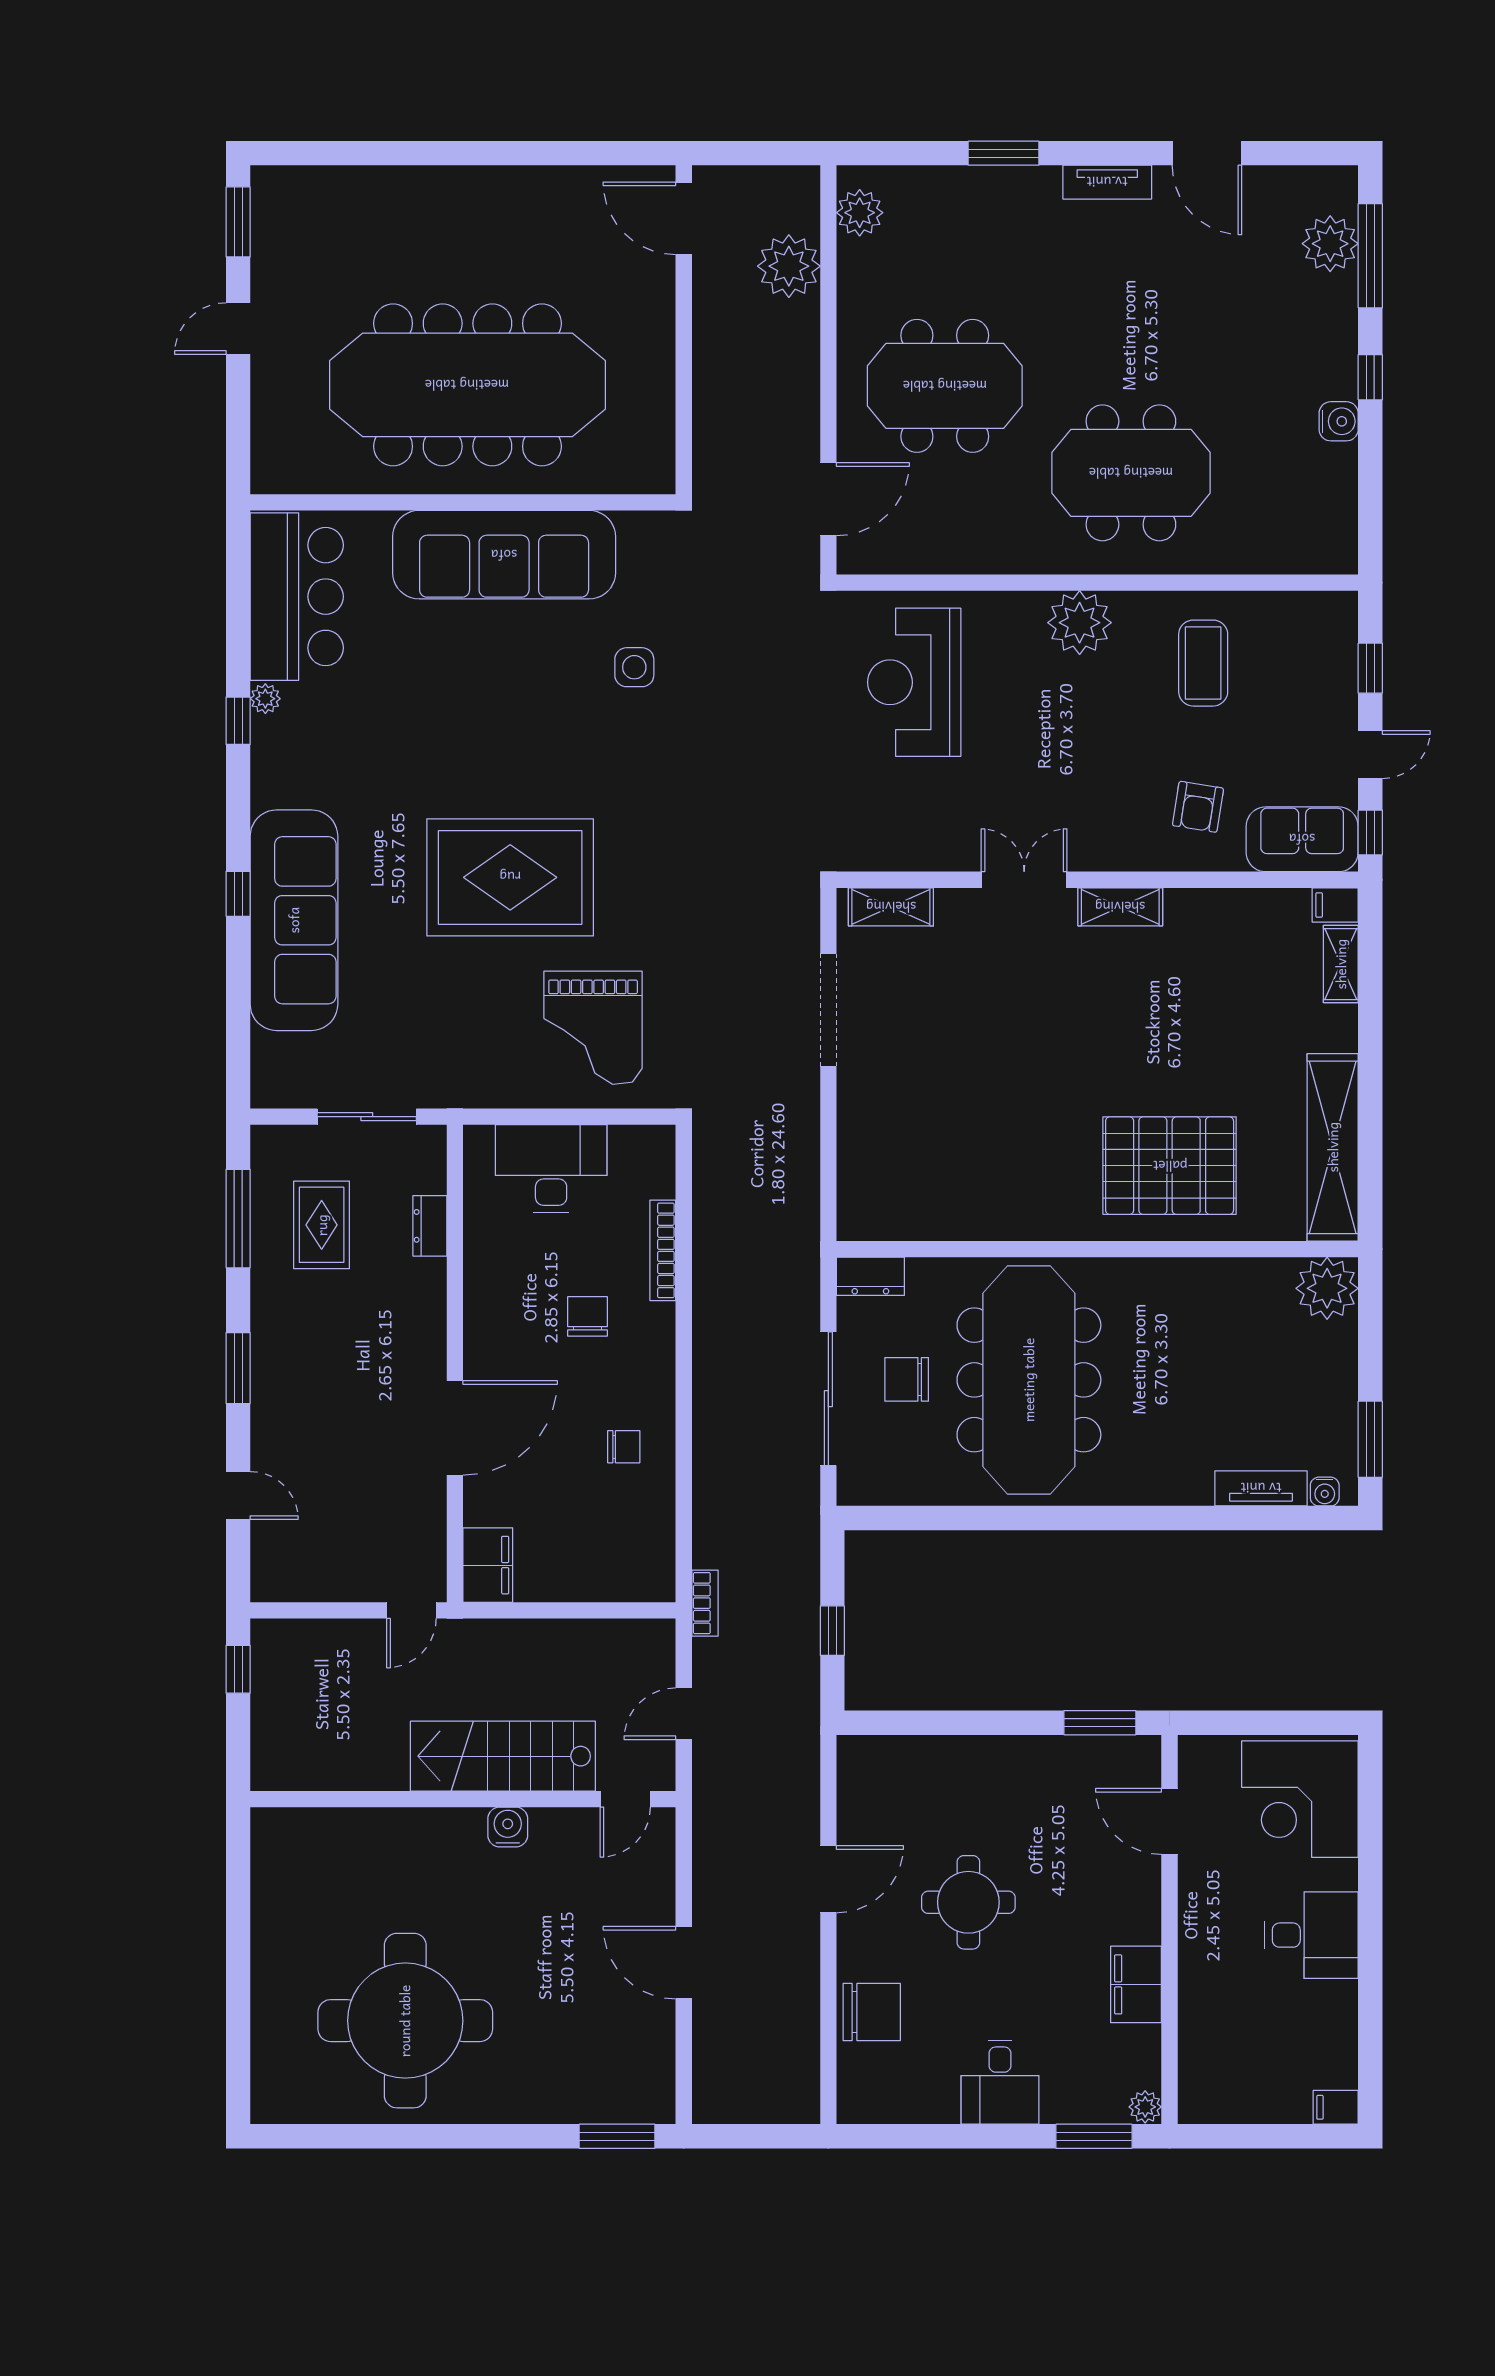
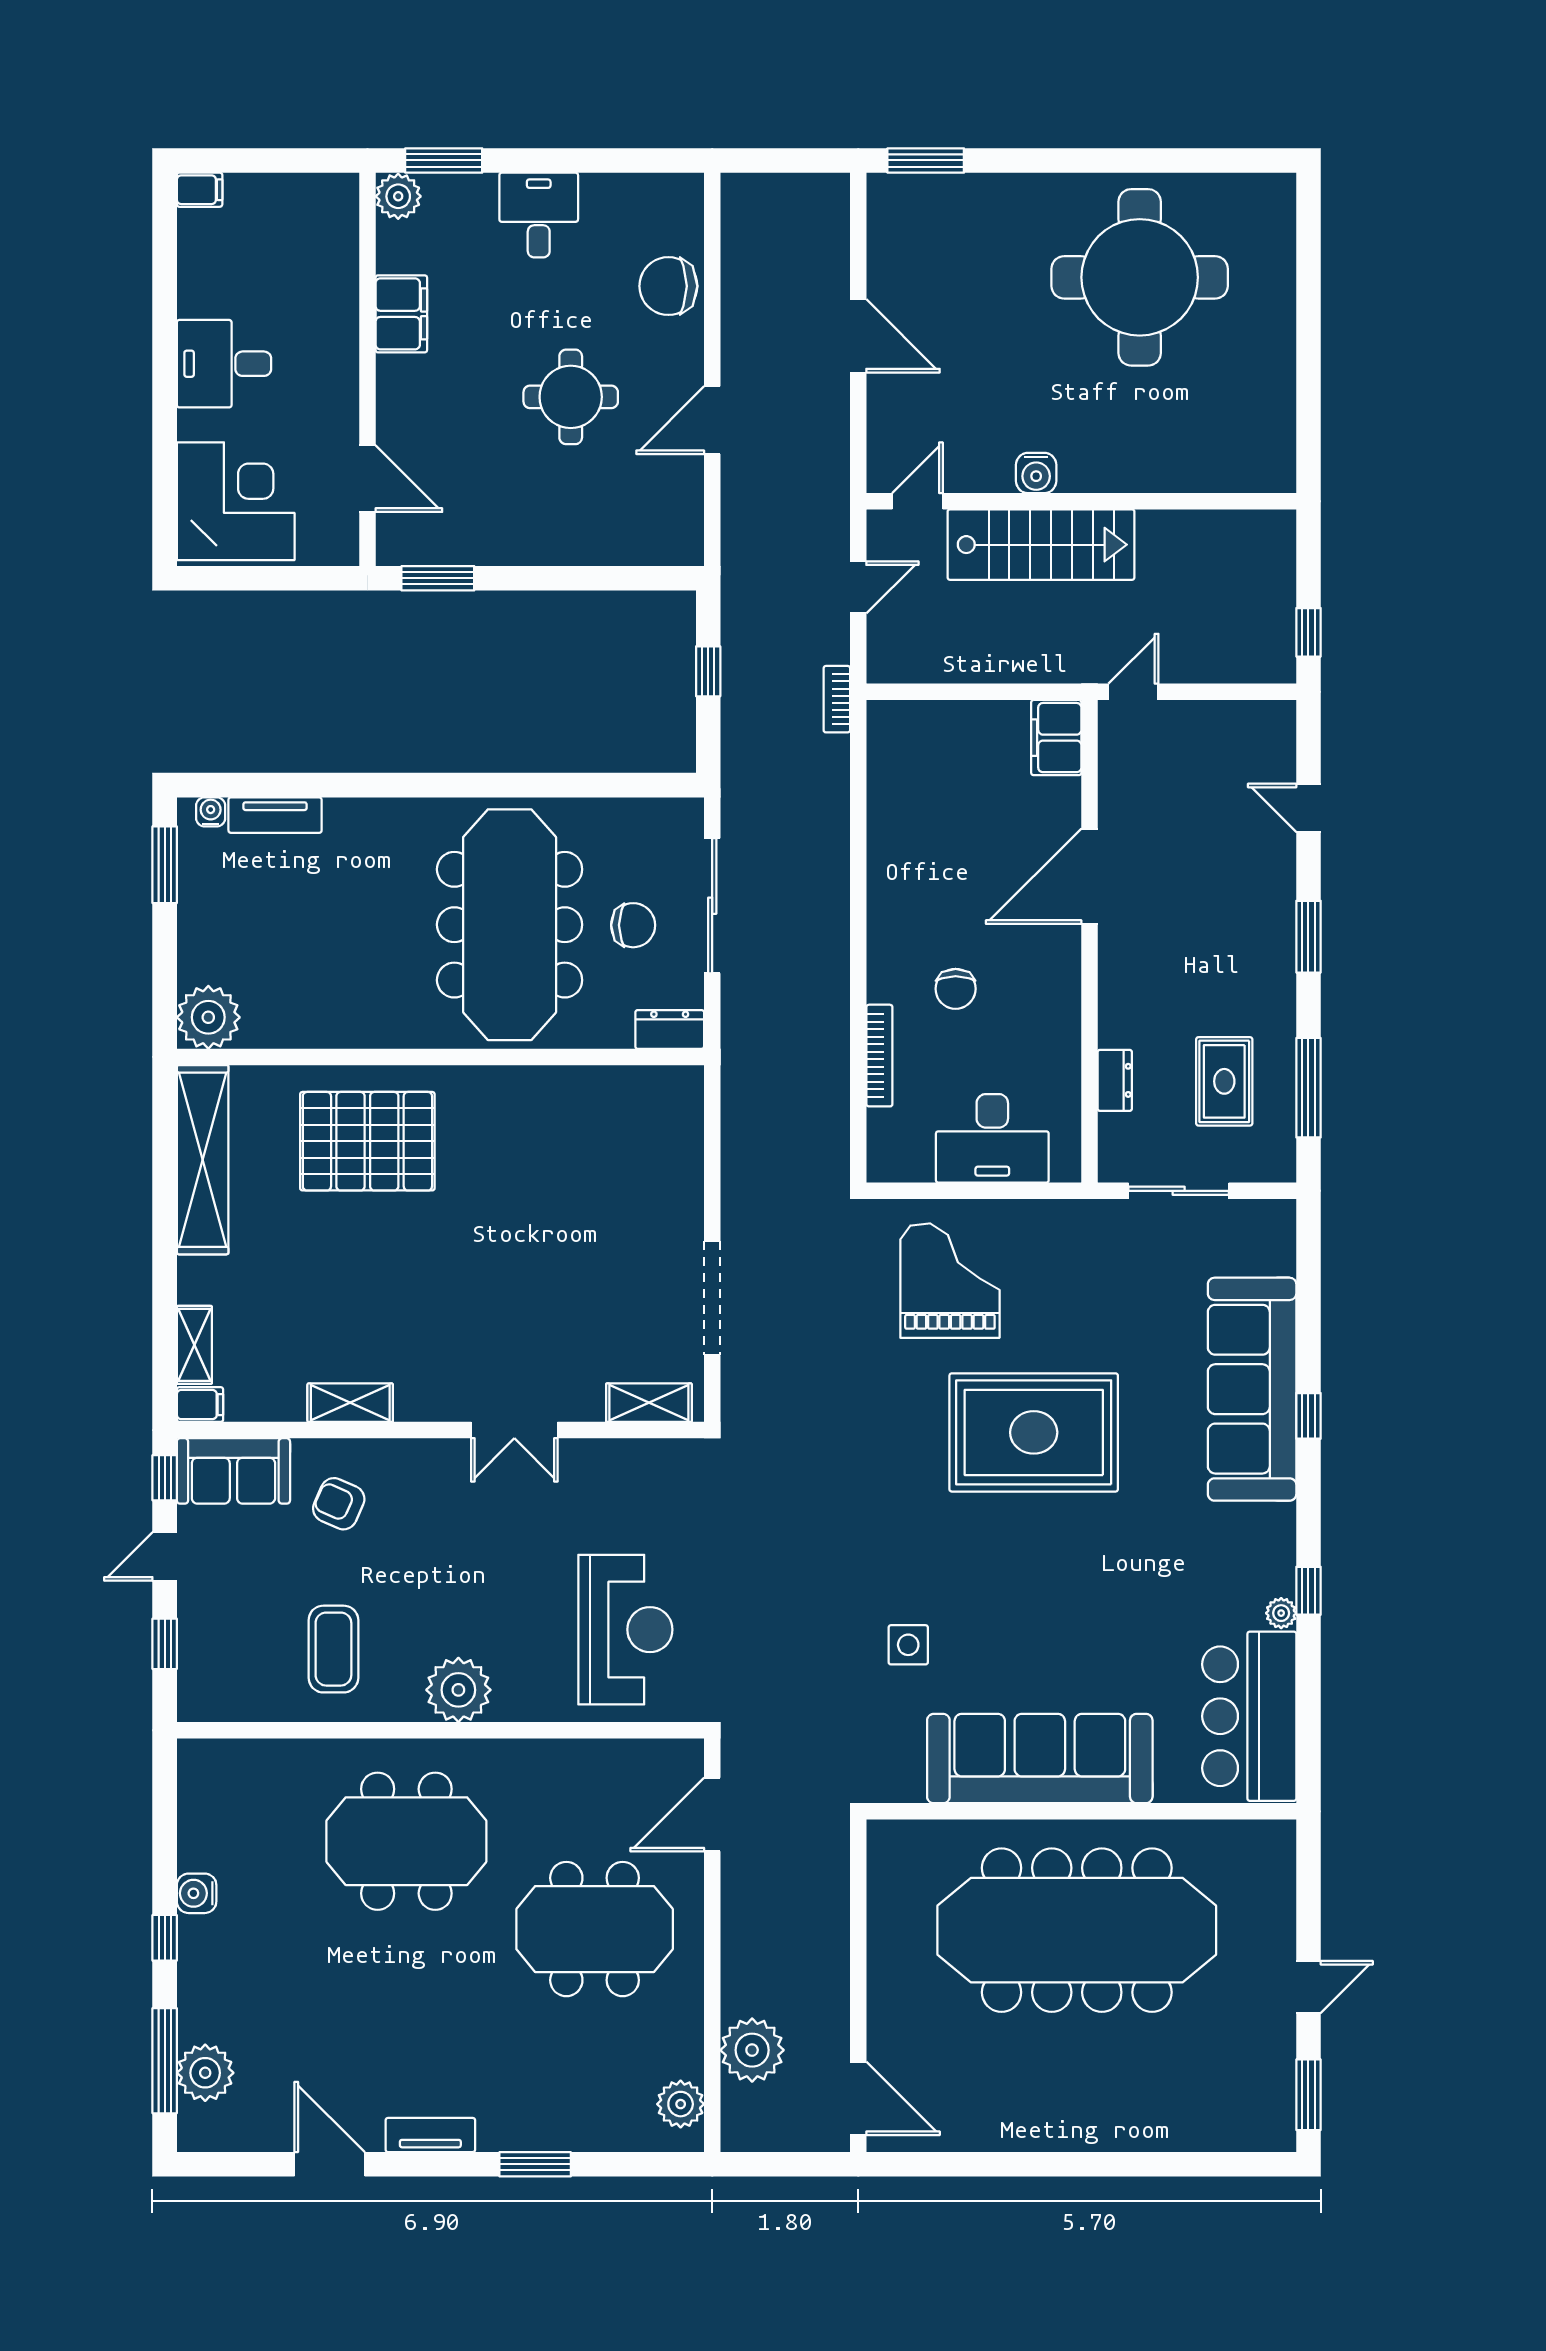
armchair: (1198, 807) -> (339, 1504), turned -75
shelving: (1120, 907) -> (350, 1403), moved
chair: (624, 1447) -> (919, 857), removed
plant: (1145, 2107) -> (398, 196), width x1.38, depth x1.38

